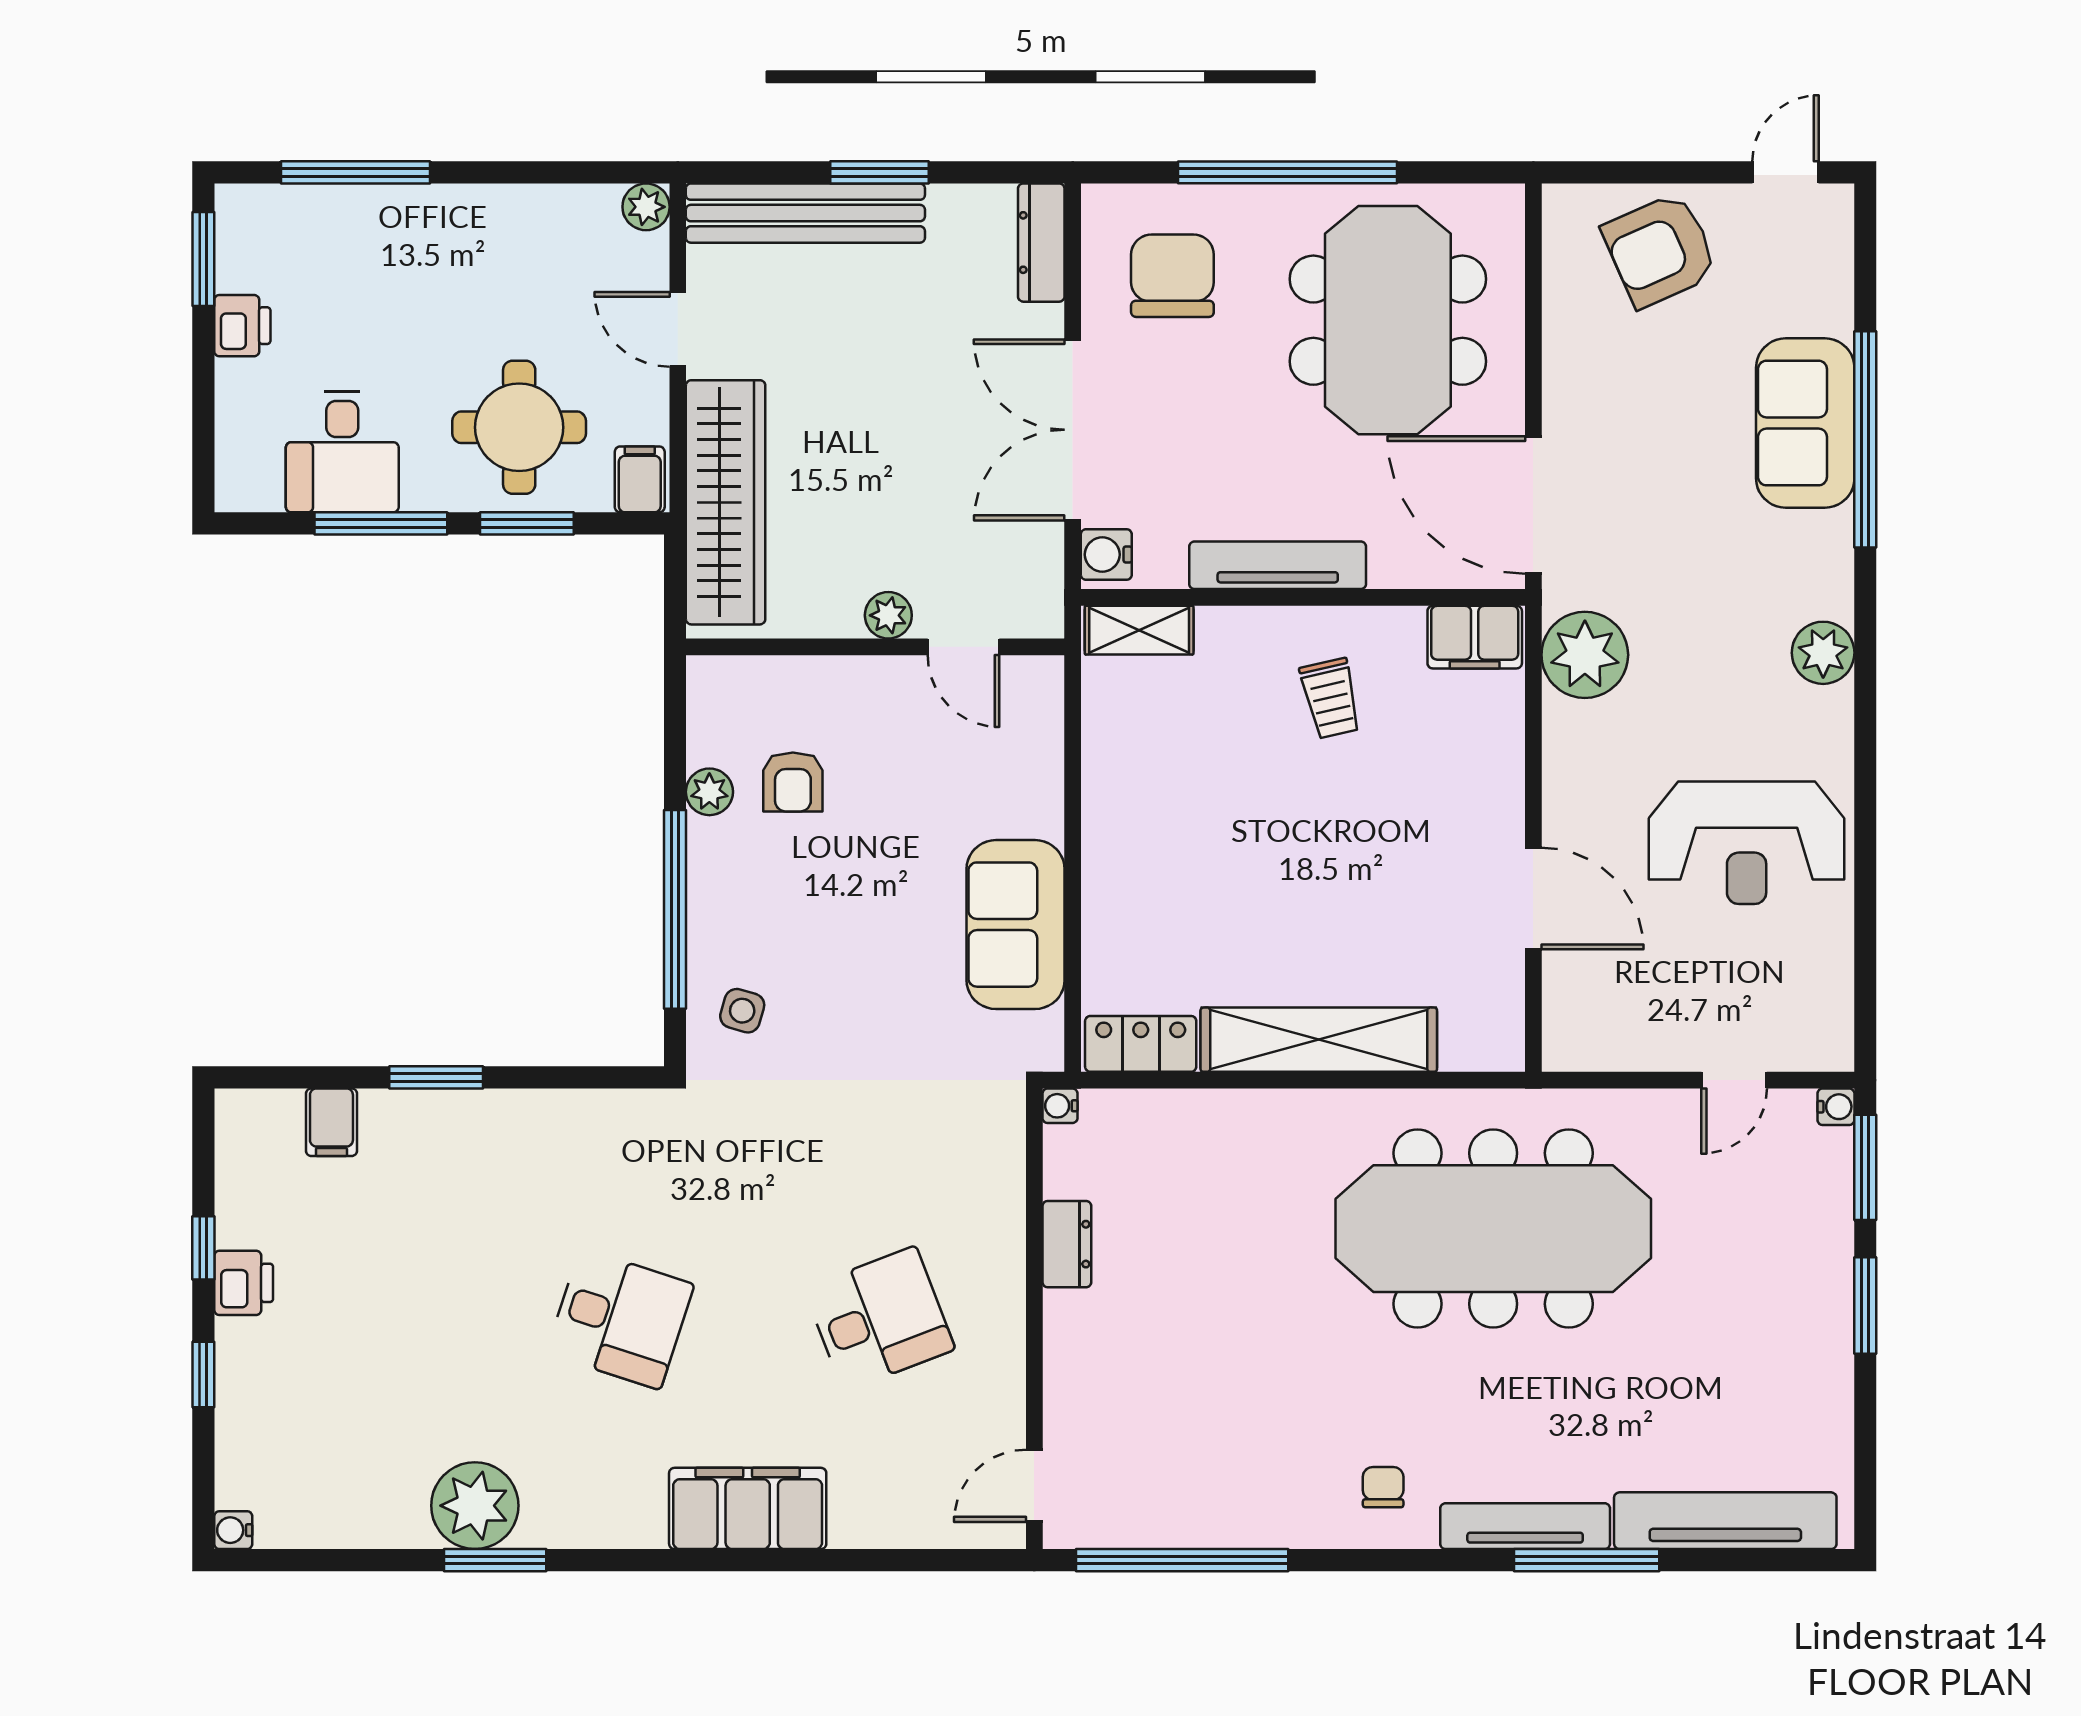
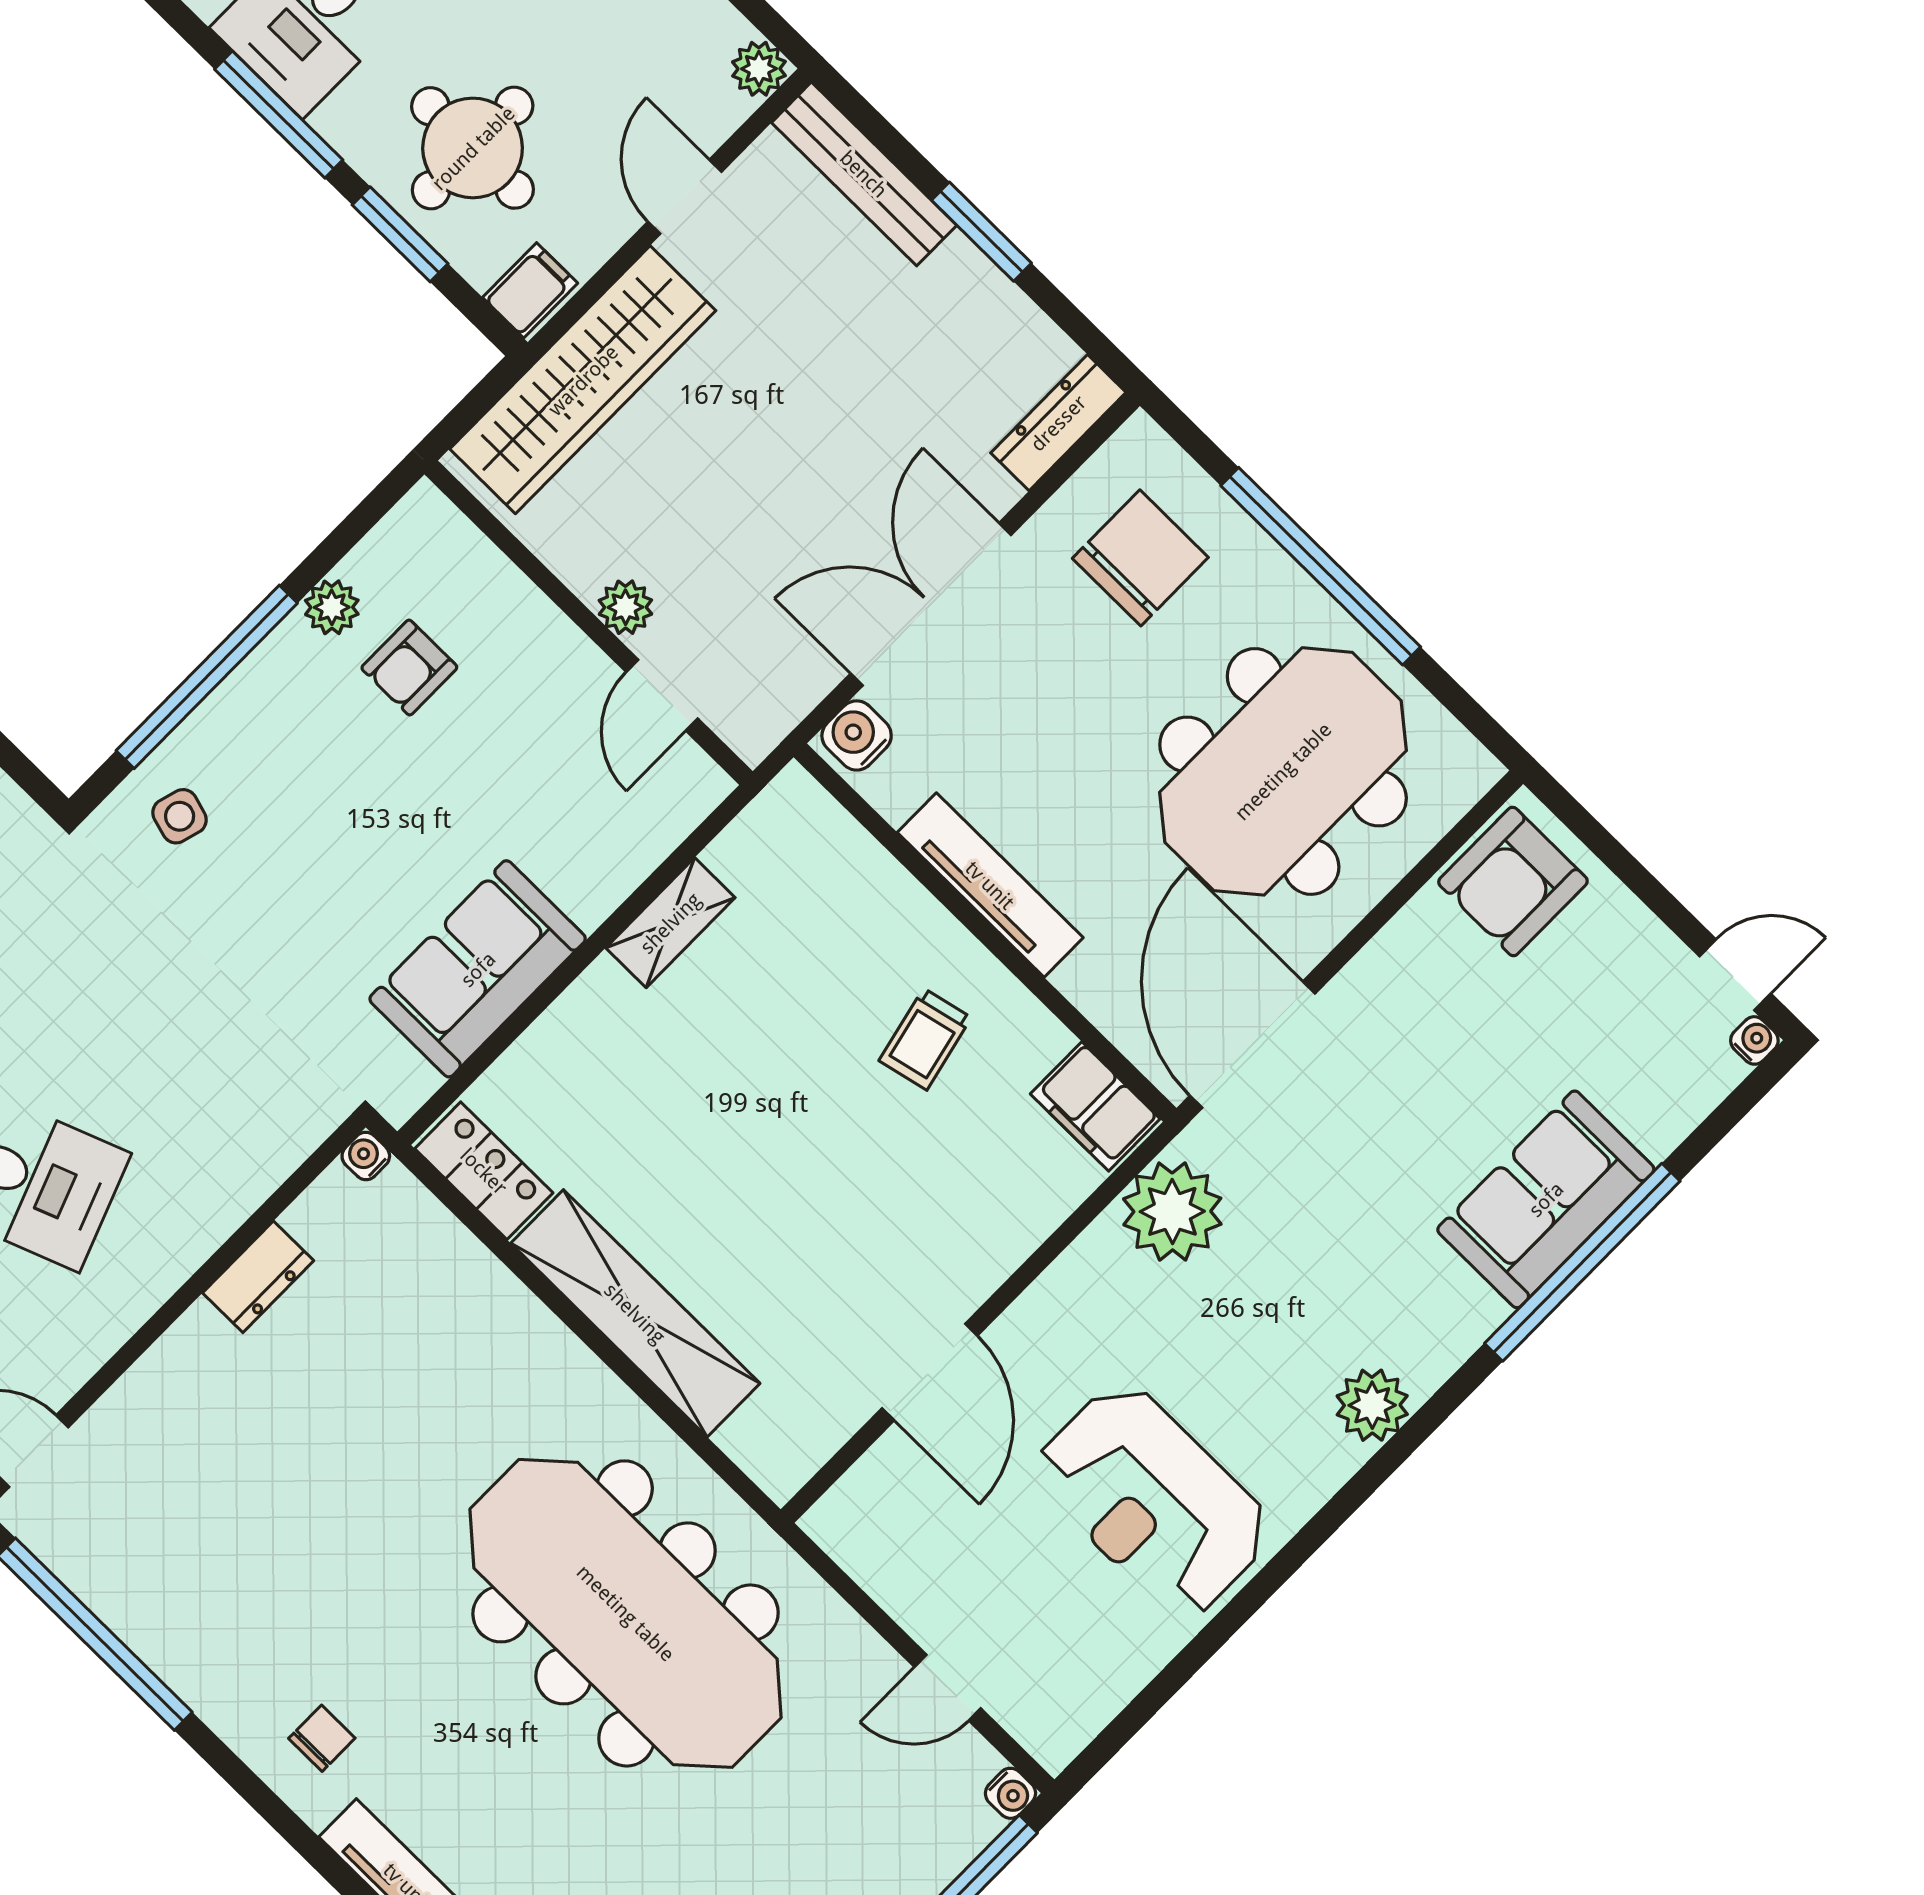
water cooler: (1837, 201) -> (1754, 1040), added
bench: (805, 213) -> (864, 174), width x0.73, depth x0.82
armchair: (1660, 250) -> (1513, 881), moved, turned -66
shelving: (1139, 630) -> (670, 923), moved, turned 90

